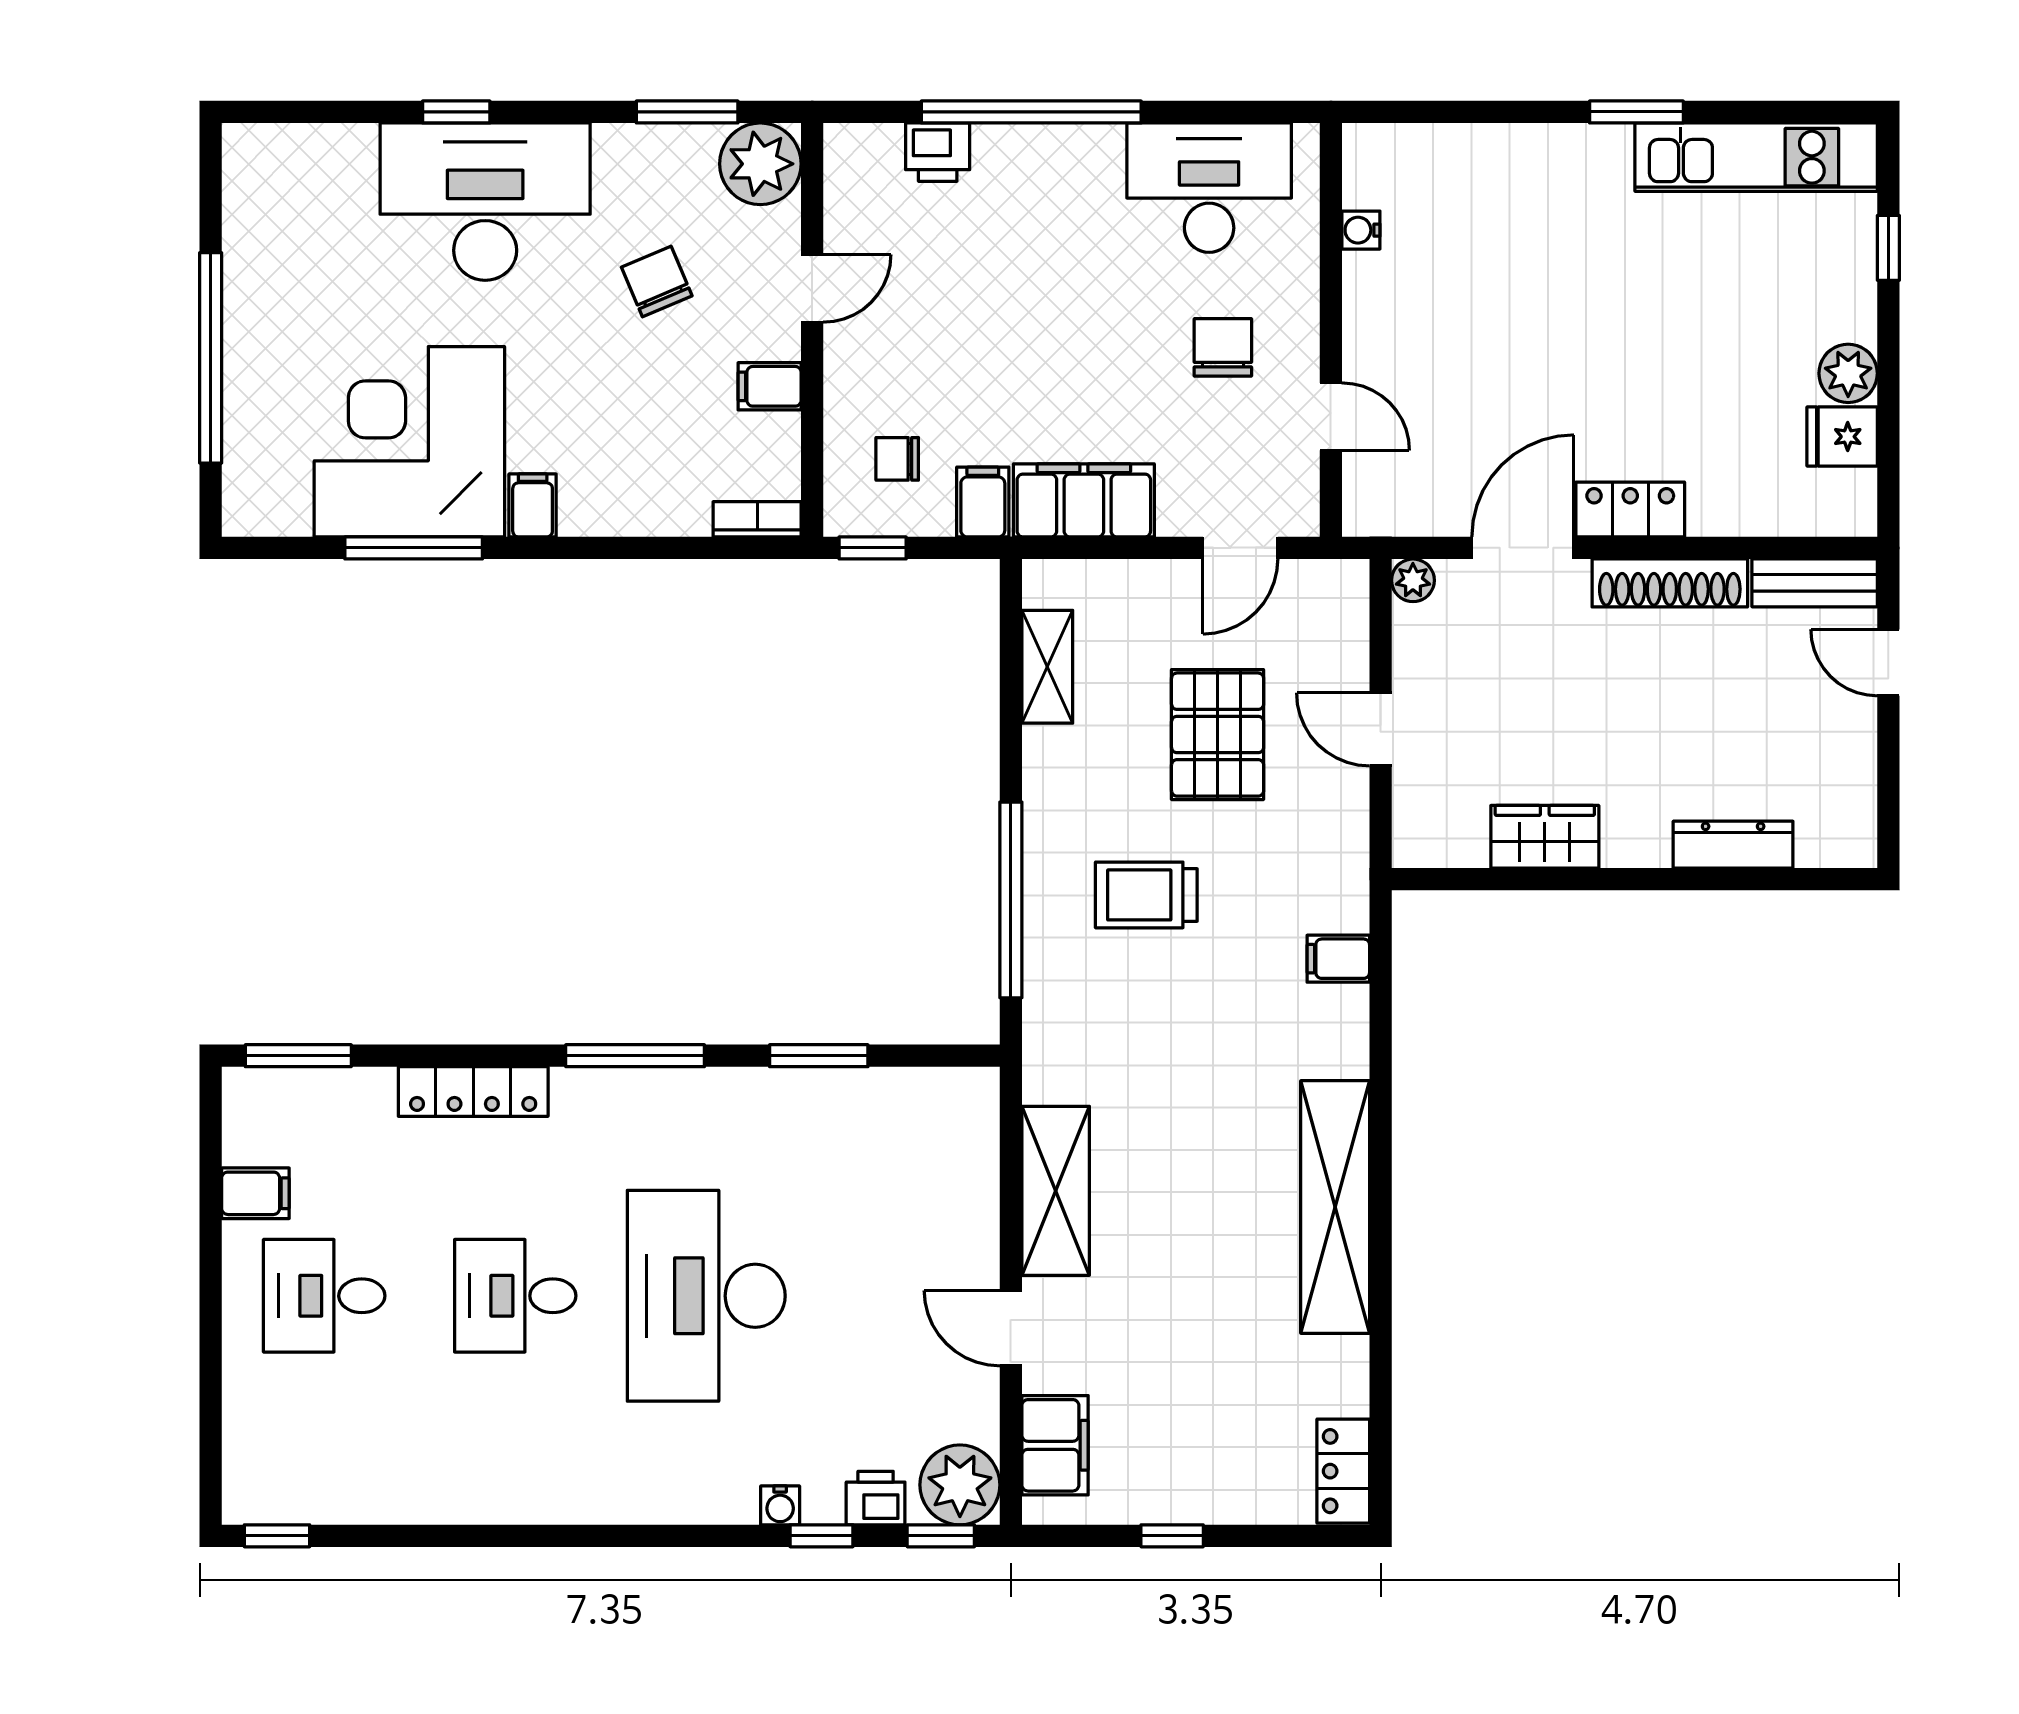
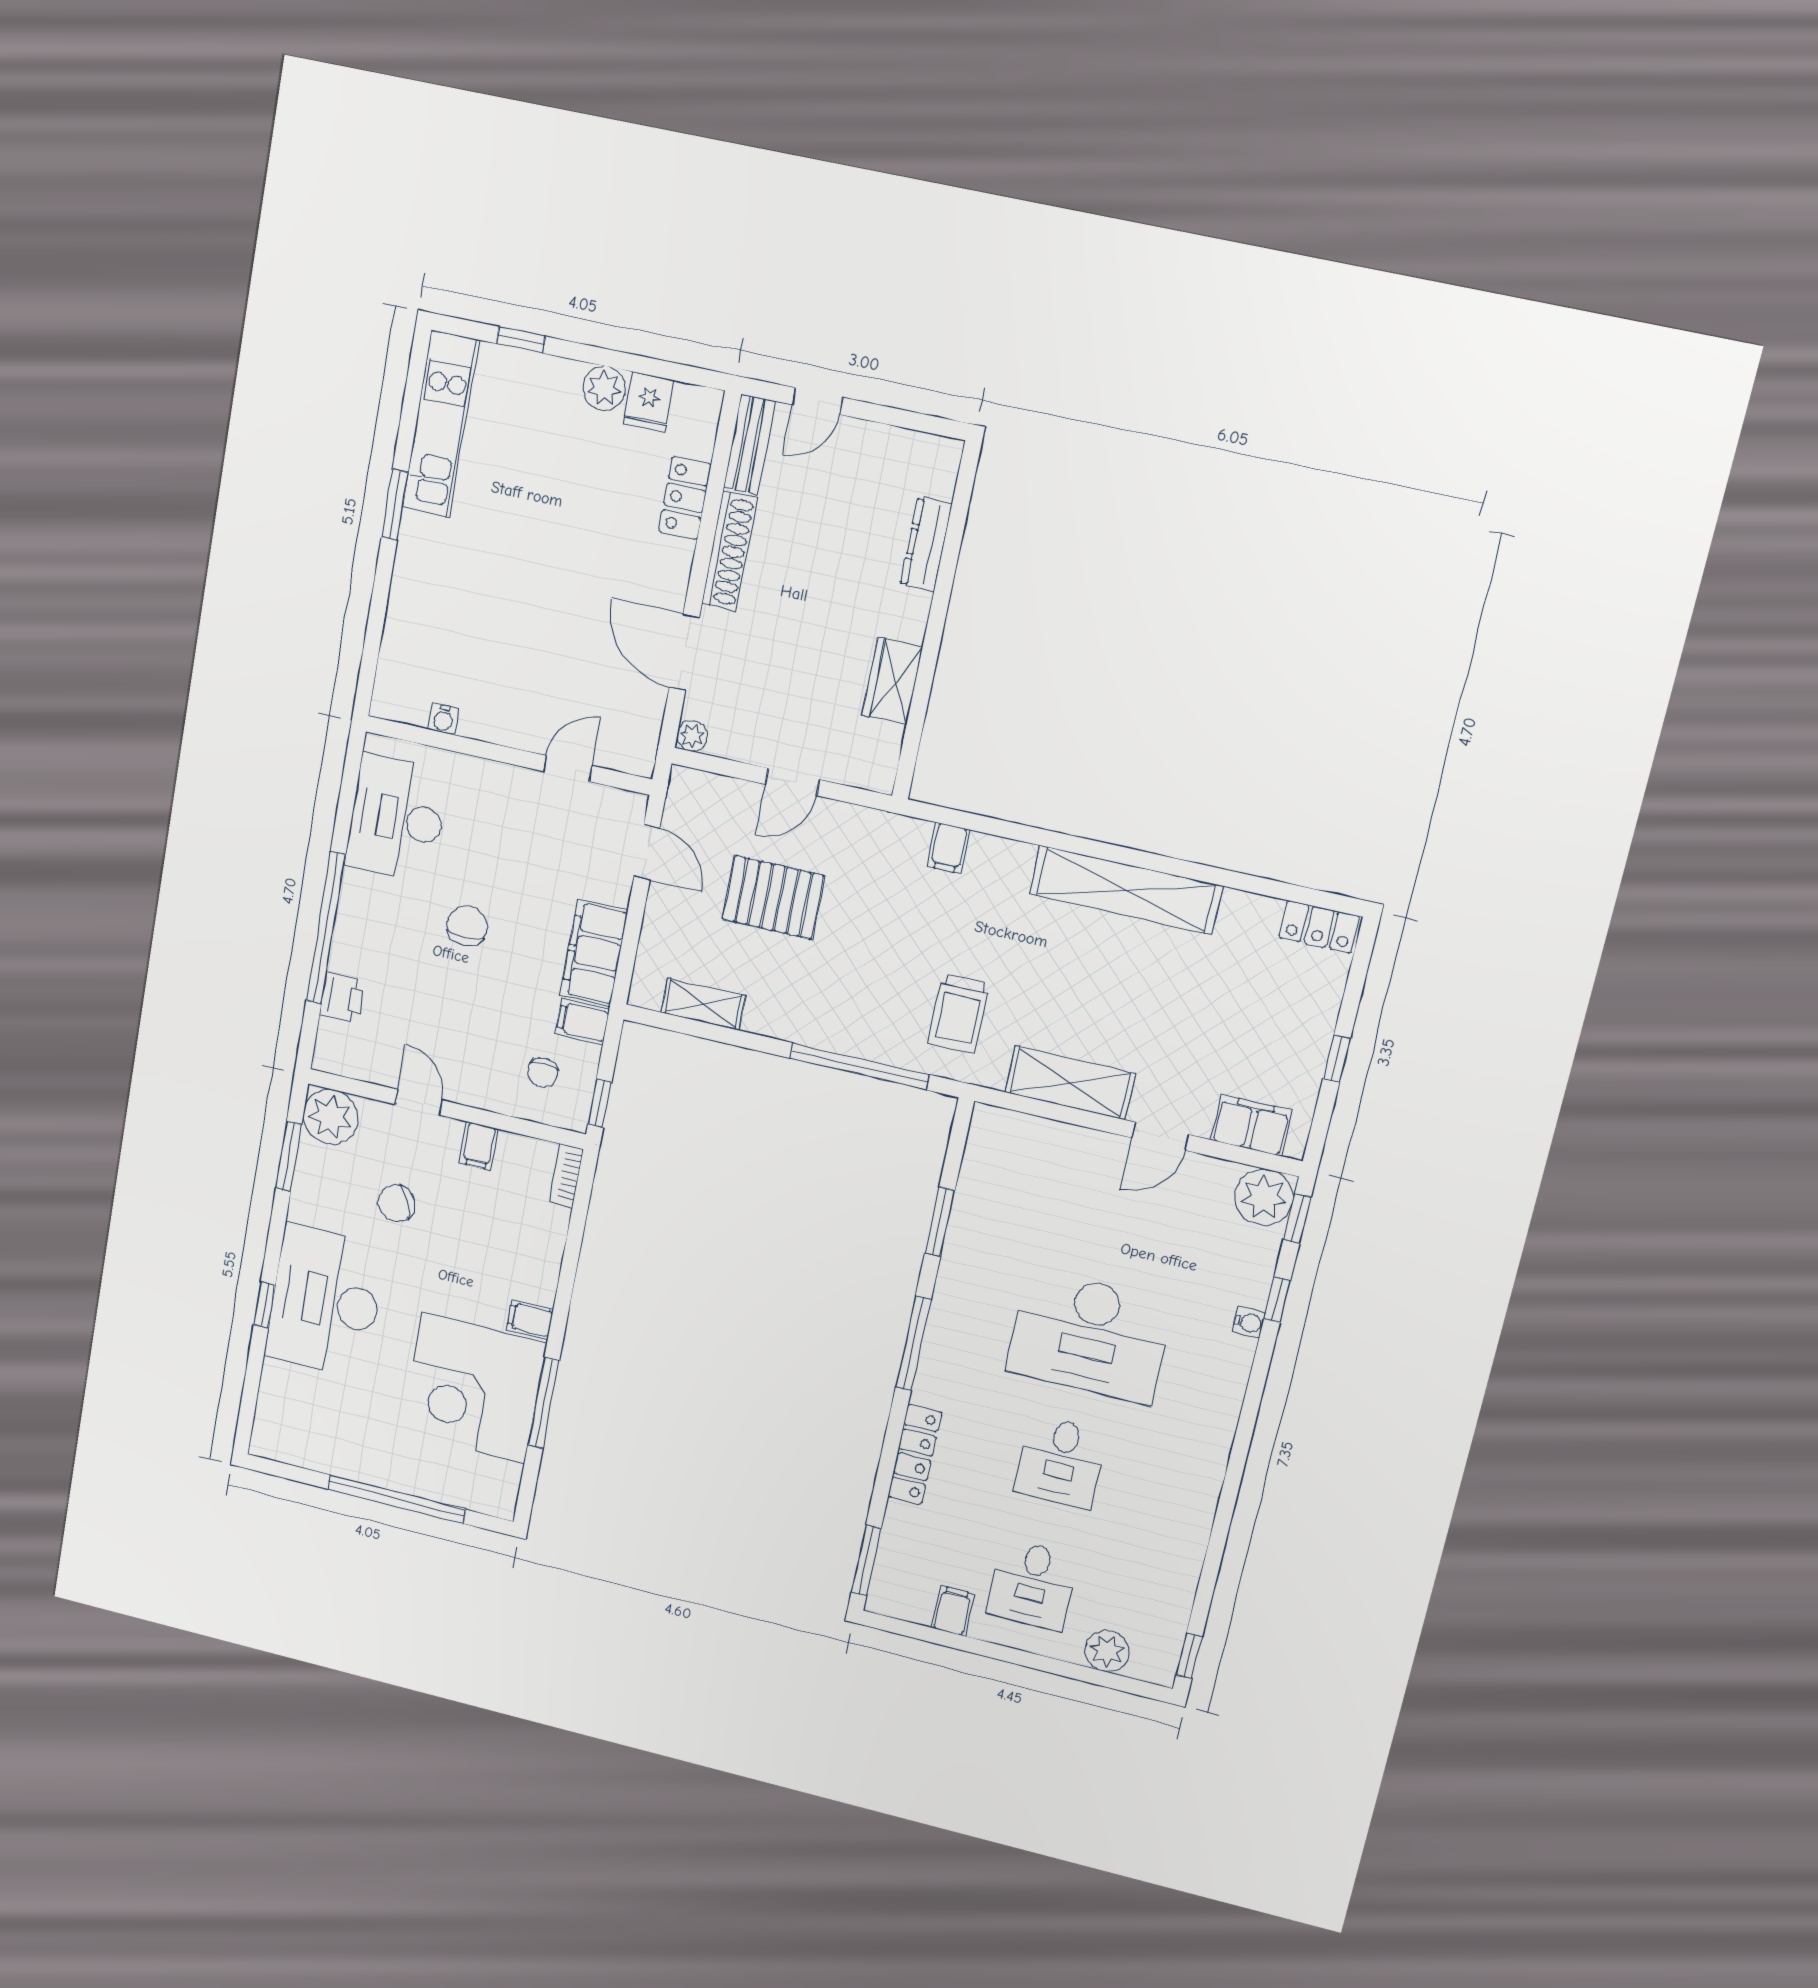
chair: (1223, 347) -> (467, 926), moved, turned 90
locker: (1630, 509) -> (685, 498), moved
trolley: (1146, 895) -> (959, 1014), moved
plant: (253, 1421) -> (1107, 1651), added
printer: (876, 1498) -> (1259, 1257), removed

